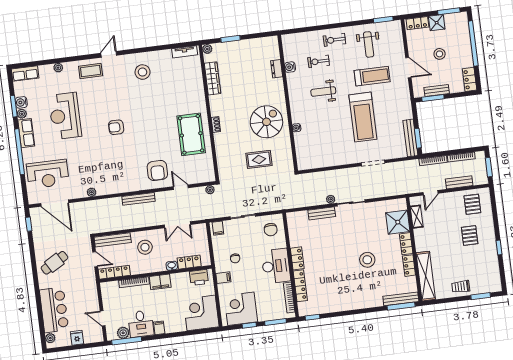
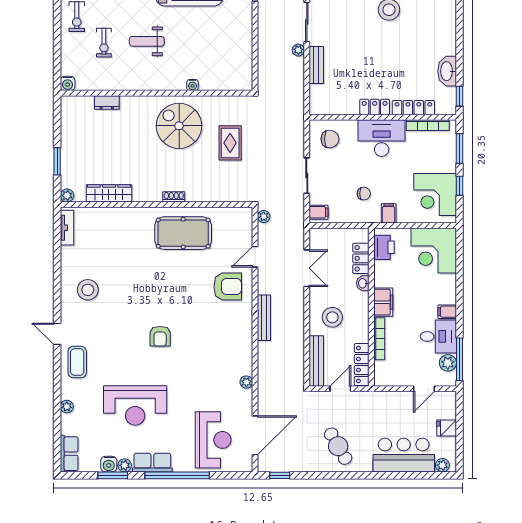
water cooler: (290, 67) -> (68, 83), moved
weight bench: (323, 92) -> (147, 41), turned 90
washbasin: (329, 306) -> (447, 71), added

